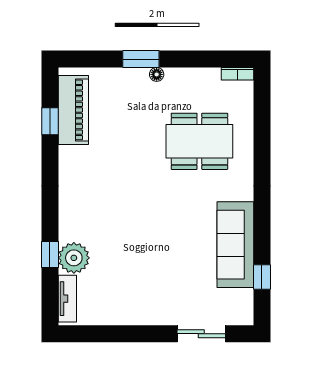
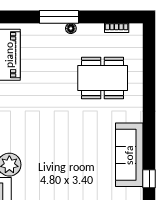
window: (141, 59) -> (59, 17), width x1.44
bookcase: (238, 74) -> (117, 28), moved

